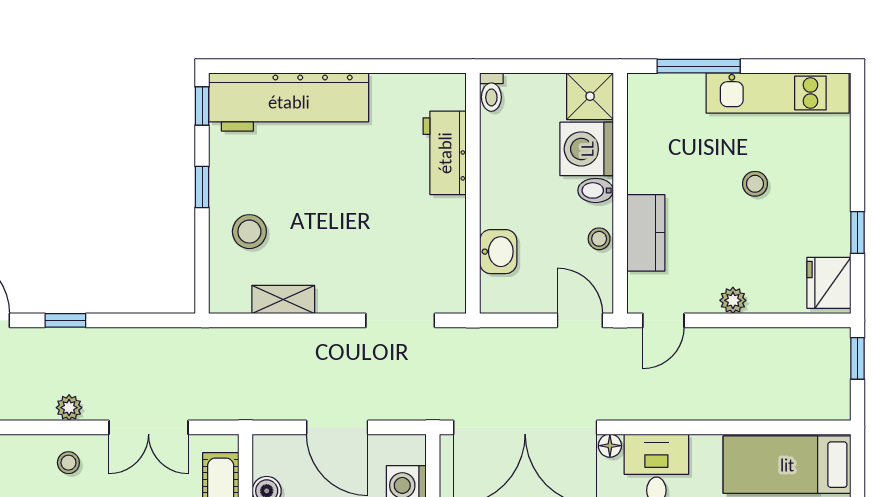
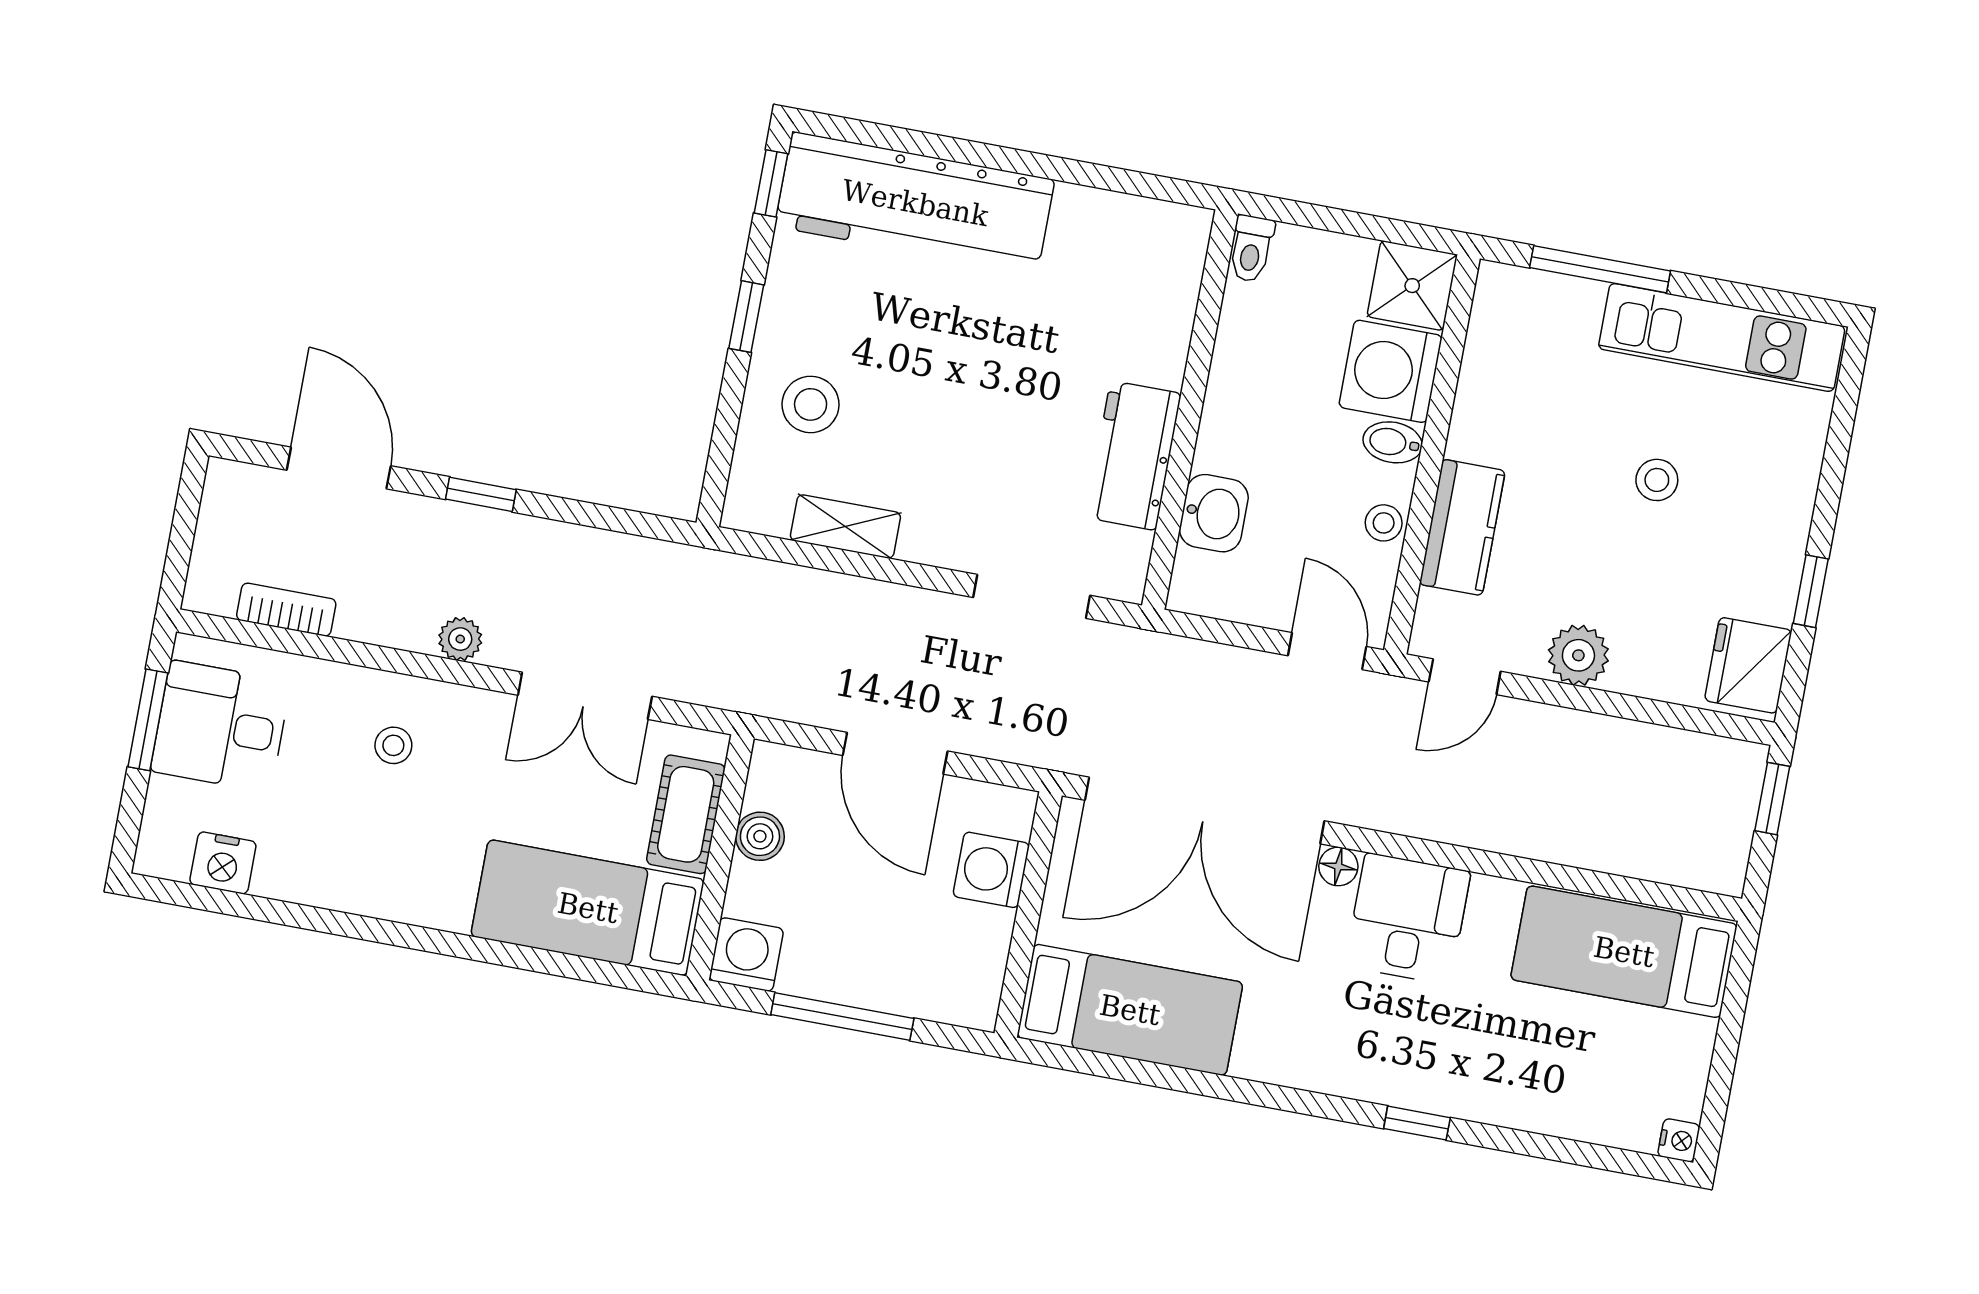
workbench: (445, 153) -> (1133, 456), moved
plant: (733, 300) -> (1578, 655), width x1.38, depth x1.38
stool: (68, 463) -> (393, 745), moved

